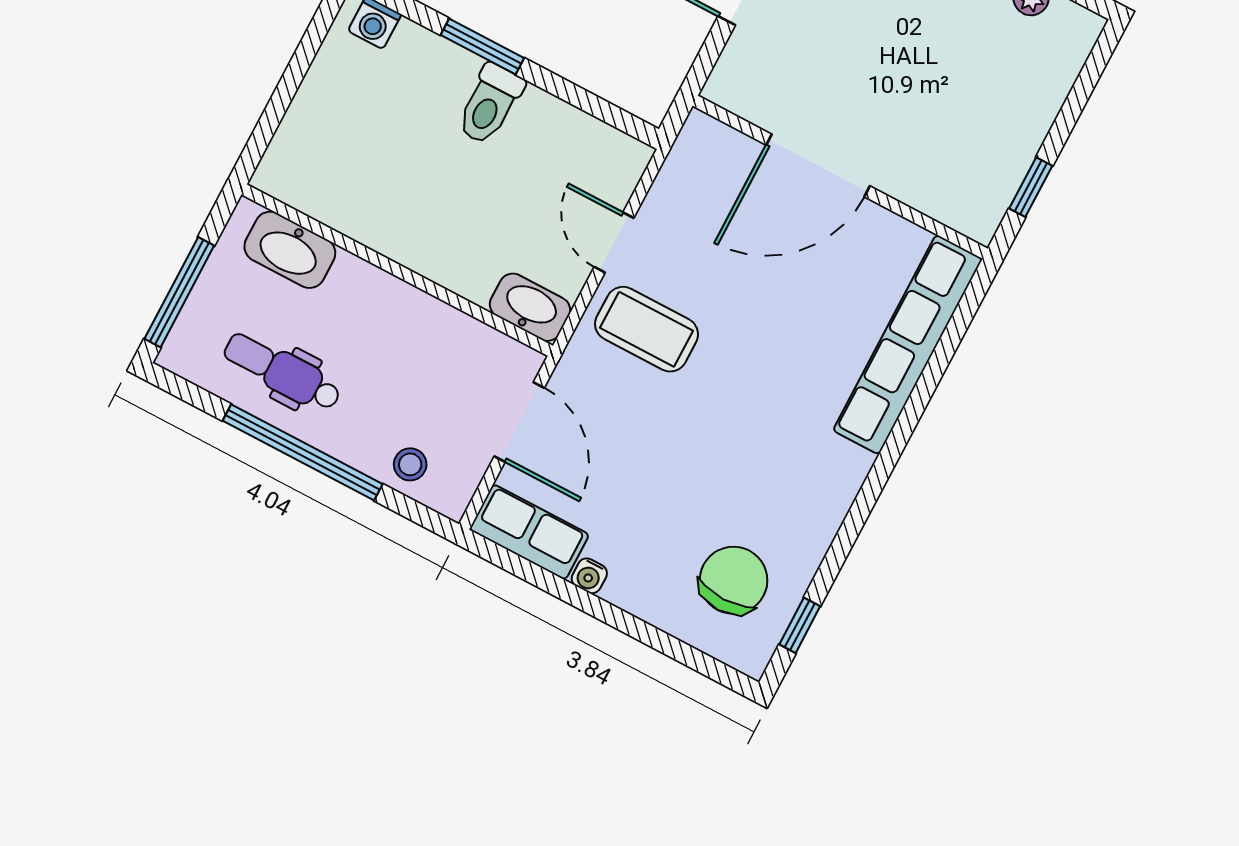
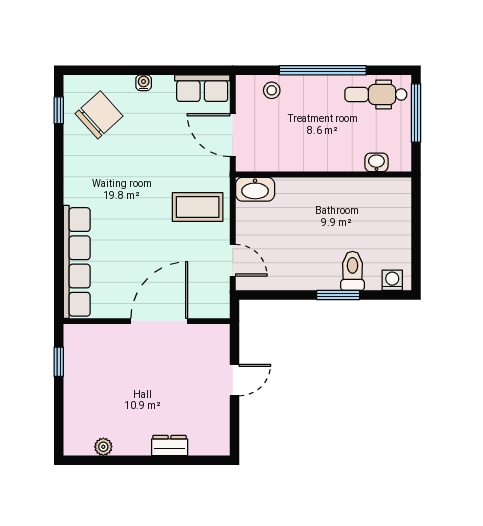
toilet: (490, 104) -> (352, 271), moved
door: (614, 242) -> (233, 260), moved
washbasin: (290, 250) -> (376, 162), width x0.52, depth x0.69
dental chair: (282, 372) -> (376, 94), moved, turned 180
water cooler: (589, 576) -> (144, 83), moved
chair: (734, 580) -> (99, 115), turned -132

